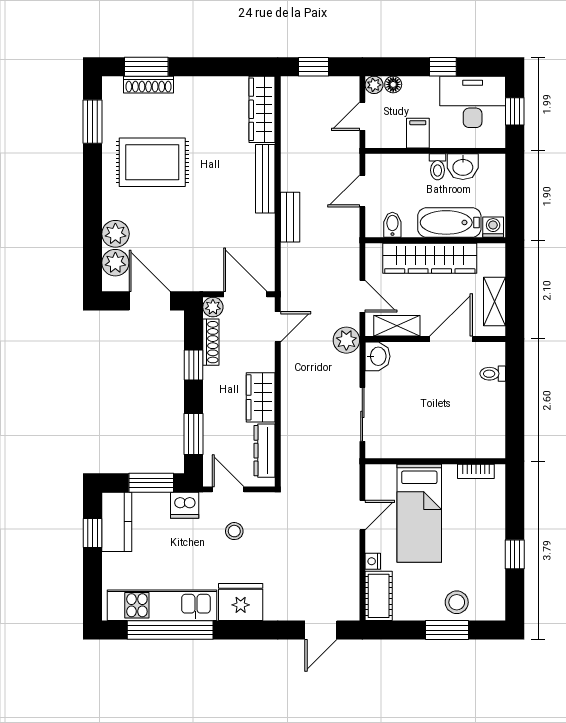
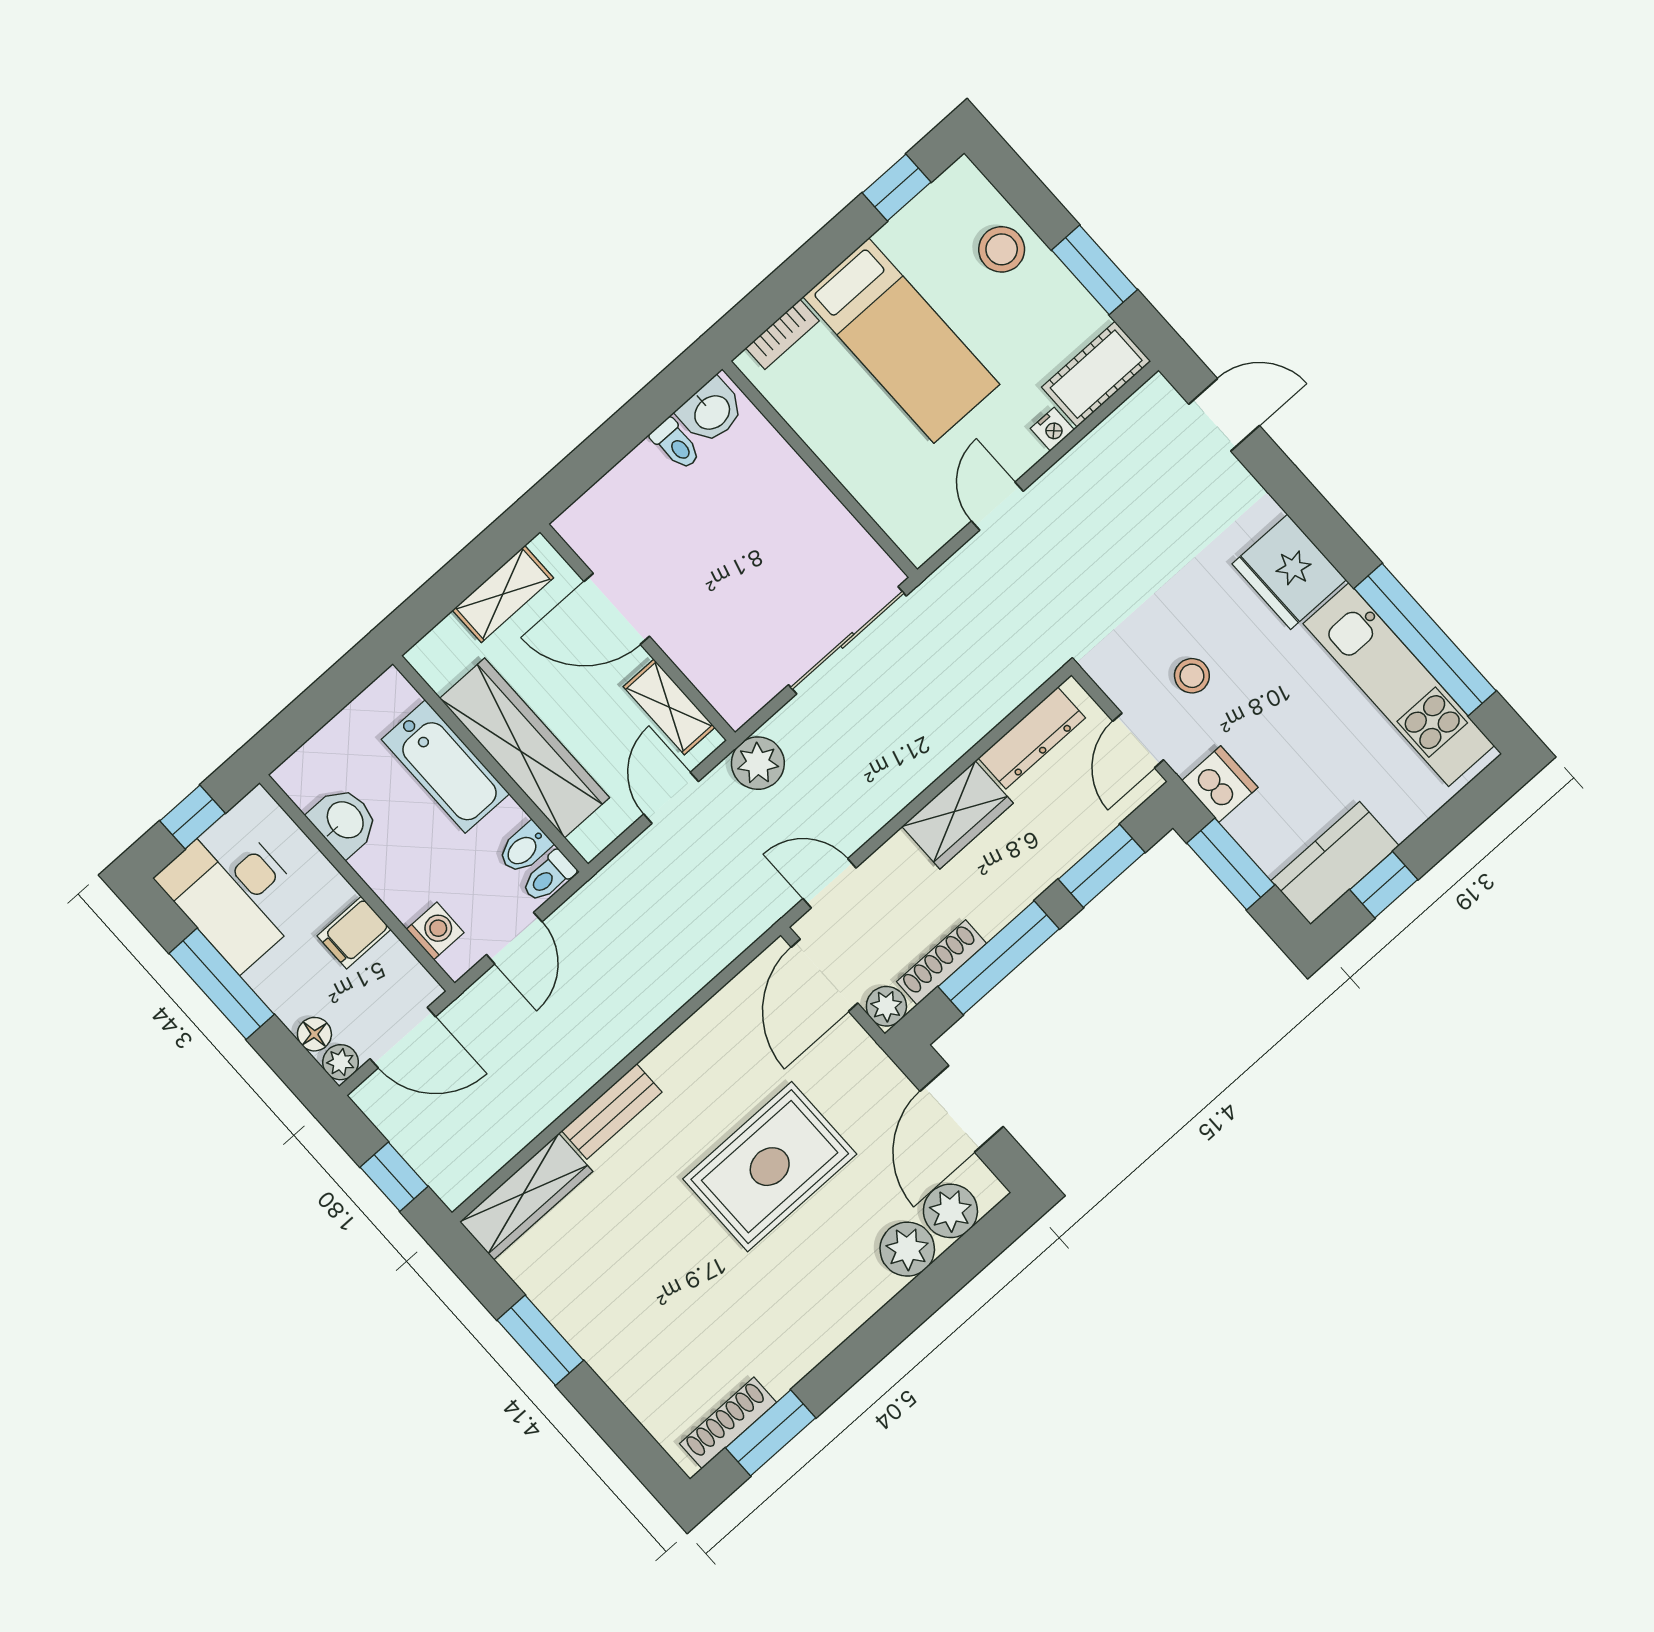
window: (146, 67) -> (540, 1340), moved
window: (443, 67) -> (222, 984), width x2.17
shoe rack: (148, 85) -> (728, 1423), moved, turned -90
door: (362, 116) -> (403, 1038), width x1.38
rug: (152, 162) -> (770, 1167), moved, turned 90
toilet: (438, 167) -> (548, 877), moved, turned 180
bench: (265, 179) -> (612, 1111), width x0.73
door: (362, 191) -> (514, 938), hinge flipped
bench: (290, 217) -> (649, 1011), removed
washing machine: (493, 227) -> (435, 931), moved, turned 180
washbasin: (378, 356) -> (711, 411), moved, turned 180
window: (194, 365) -> (999, 958), width x2.17
toilet: (493, 374) -> (676, 444), moved
sliding door: (362, 414) -> (847, 640), width x1.37
bookcase: (476, 471) -> (782, 334), moved, turned 90
bed: (419, 513) -> (901, 341), moved, turned 90
door: (362, 515) -> (997, 506), hinge flipped
window: (515, 554) -> (897, 187), moved
window: (447, 630) -> (1094, 270), moved

